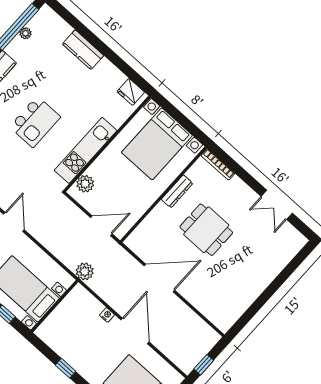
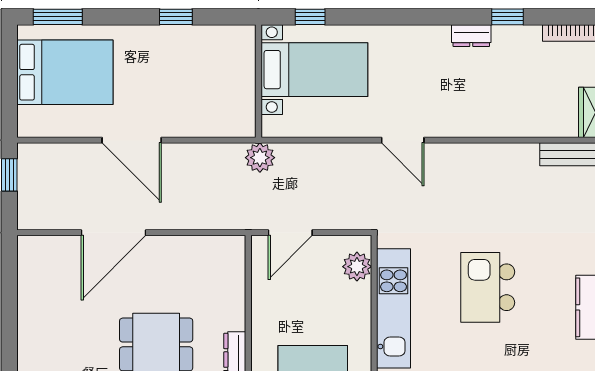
door: (159, 278) -> (113, 233), moved
nightstand: (107, 315) -> (184, 129), removed

